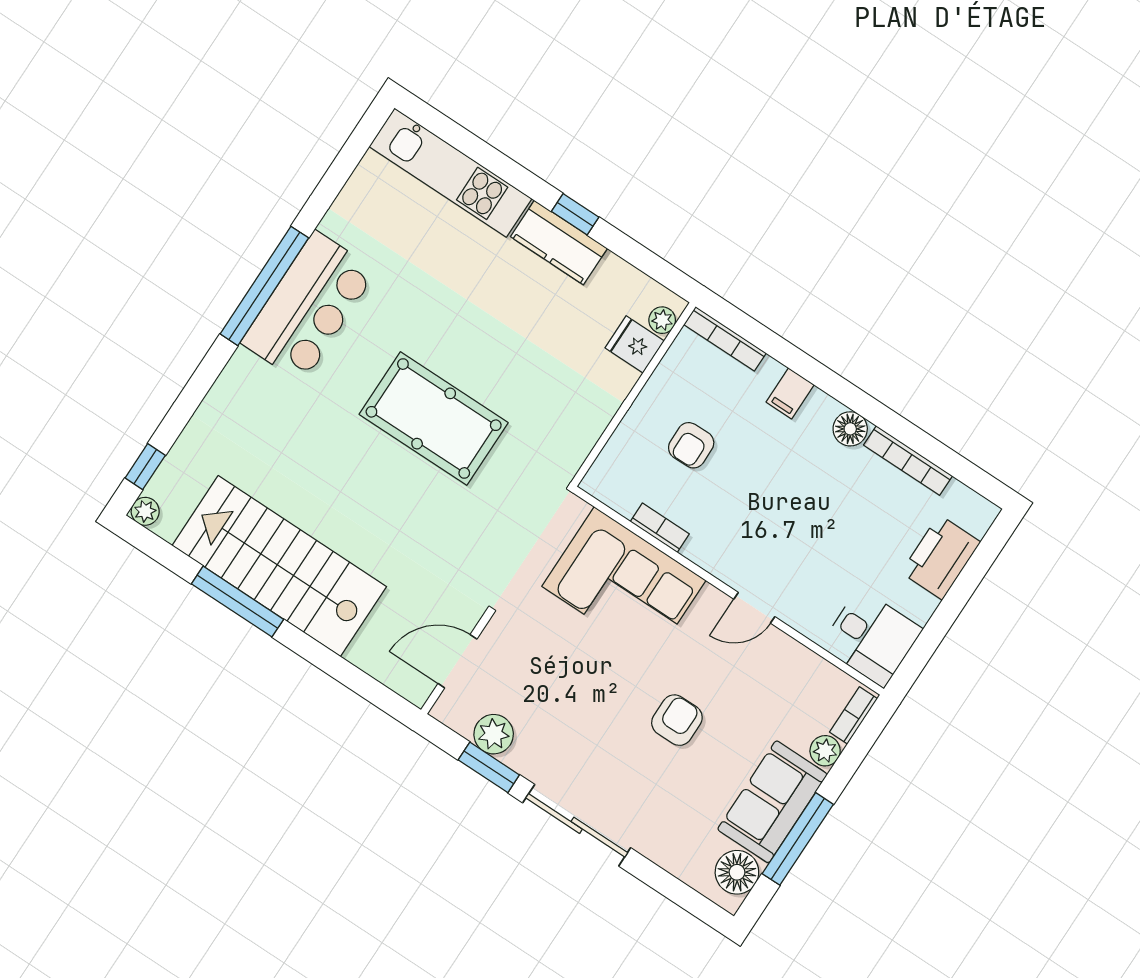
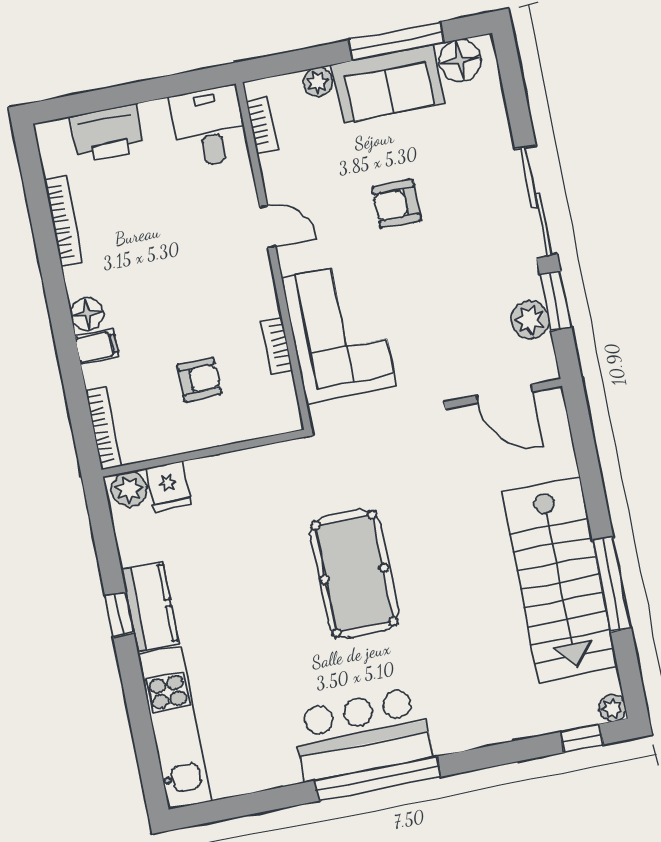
plant: (662, 320) -> (129, 489), width x1.38, depth x1.38
floor lamp: (850, 429) -> (87, 314), moved
bookcase: (853, 715) -> (262, 125), moved, turned -90

